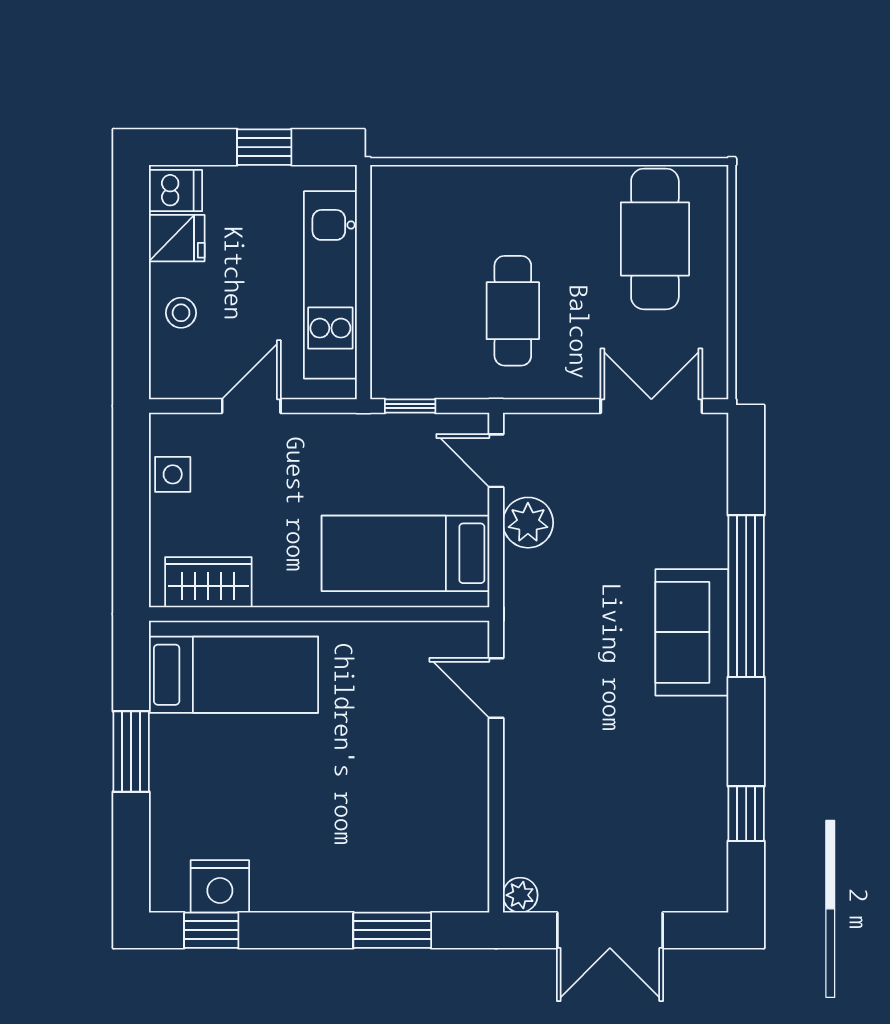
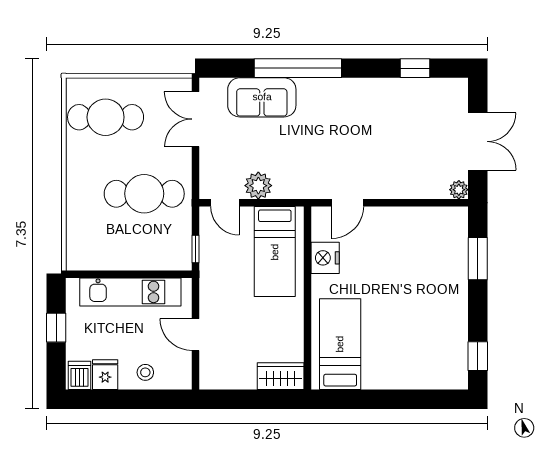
cafe table: (513, 311) -> (144, 194), width x1.37, depth x1.35
door: (496, 461) -> (225, 203), hinge flipped
side table: (173, 474) -> (232, 377), removed
wardrobe: (208, 582) -> (281, 376), moved, turned 90
sofa: (692, 632) -> (262, 97), moved
window: (131, 751) -> (381, 399), removed
nightstand: (220, 886) -> (325, 258), moved, turned 180

